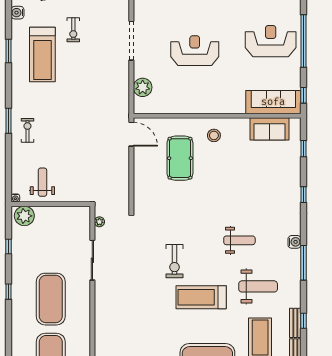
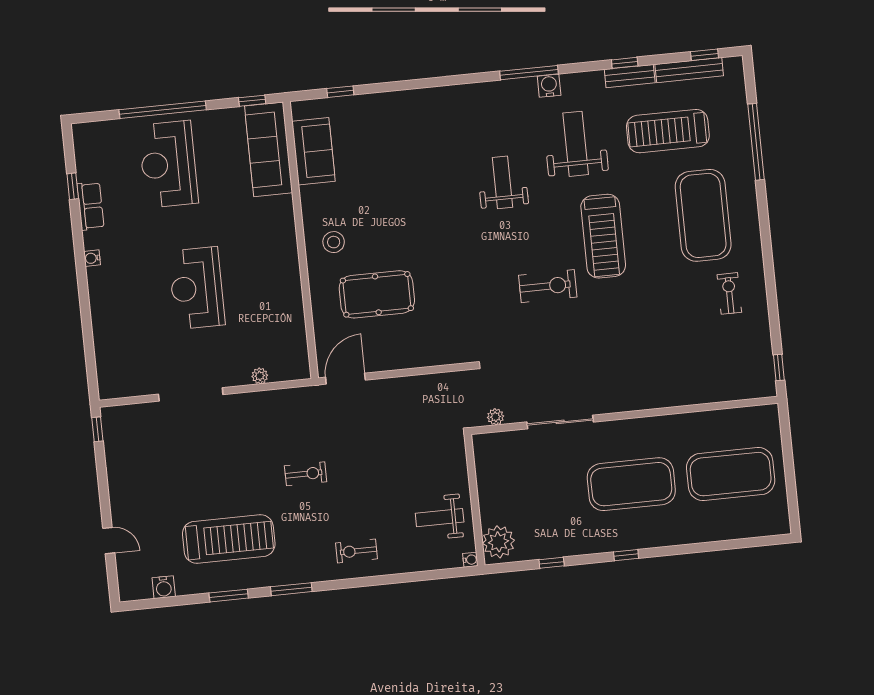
exercise bike: (73, 30) -> (306, 474), moved
plant: (143, 87) -> (260, 376), width x0.53, depth x0.53
window: (9, 121) -> (291, 589), moved
window: (304, 195) -> (416, 84), removed
water cooler: (295, 242) -> (549, 86), moved

